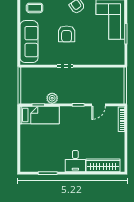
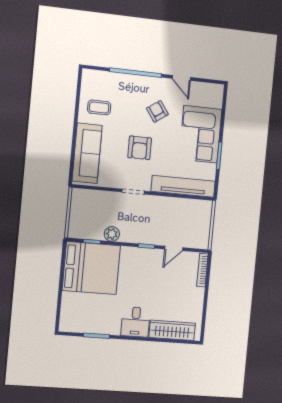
tv unit: (101, 59) -> (183, 186), added
bed: (40, 115) -> (91, 268), width x2.04

